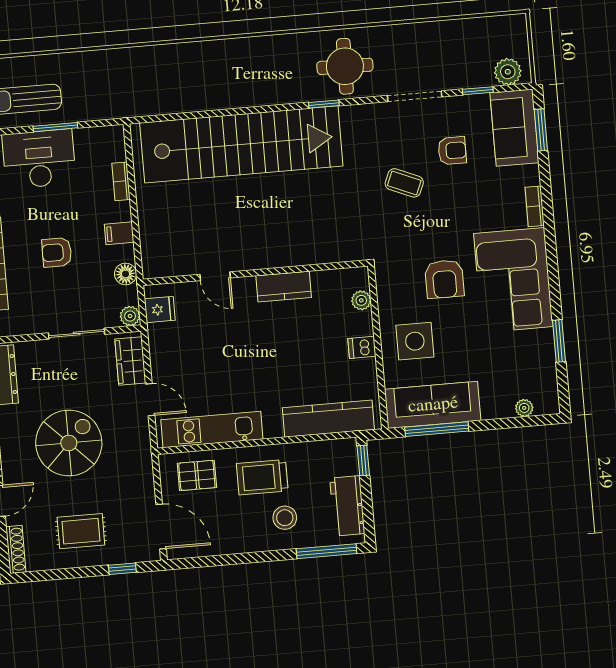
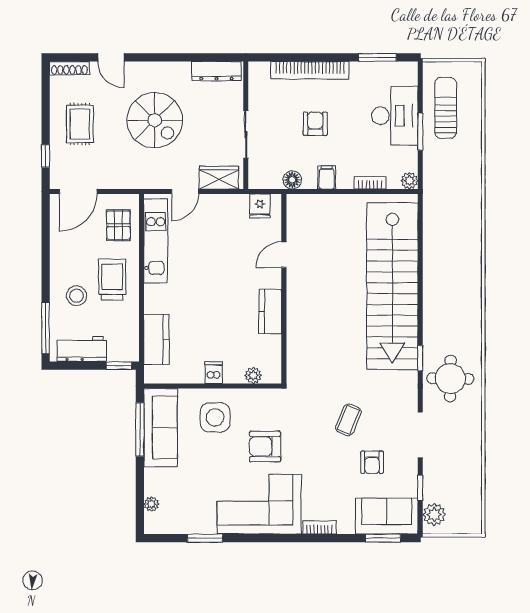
plant: (130, 316) -> (409, 181), moved
kitchen counter: (328, 419) -> (156, 339), width x0.67

